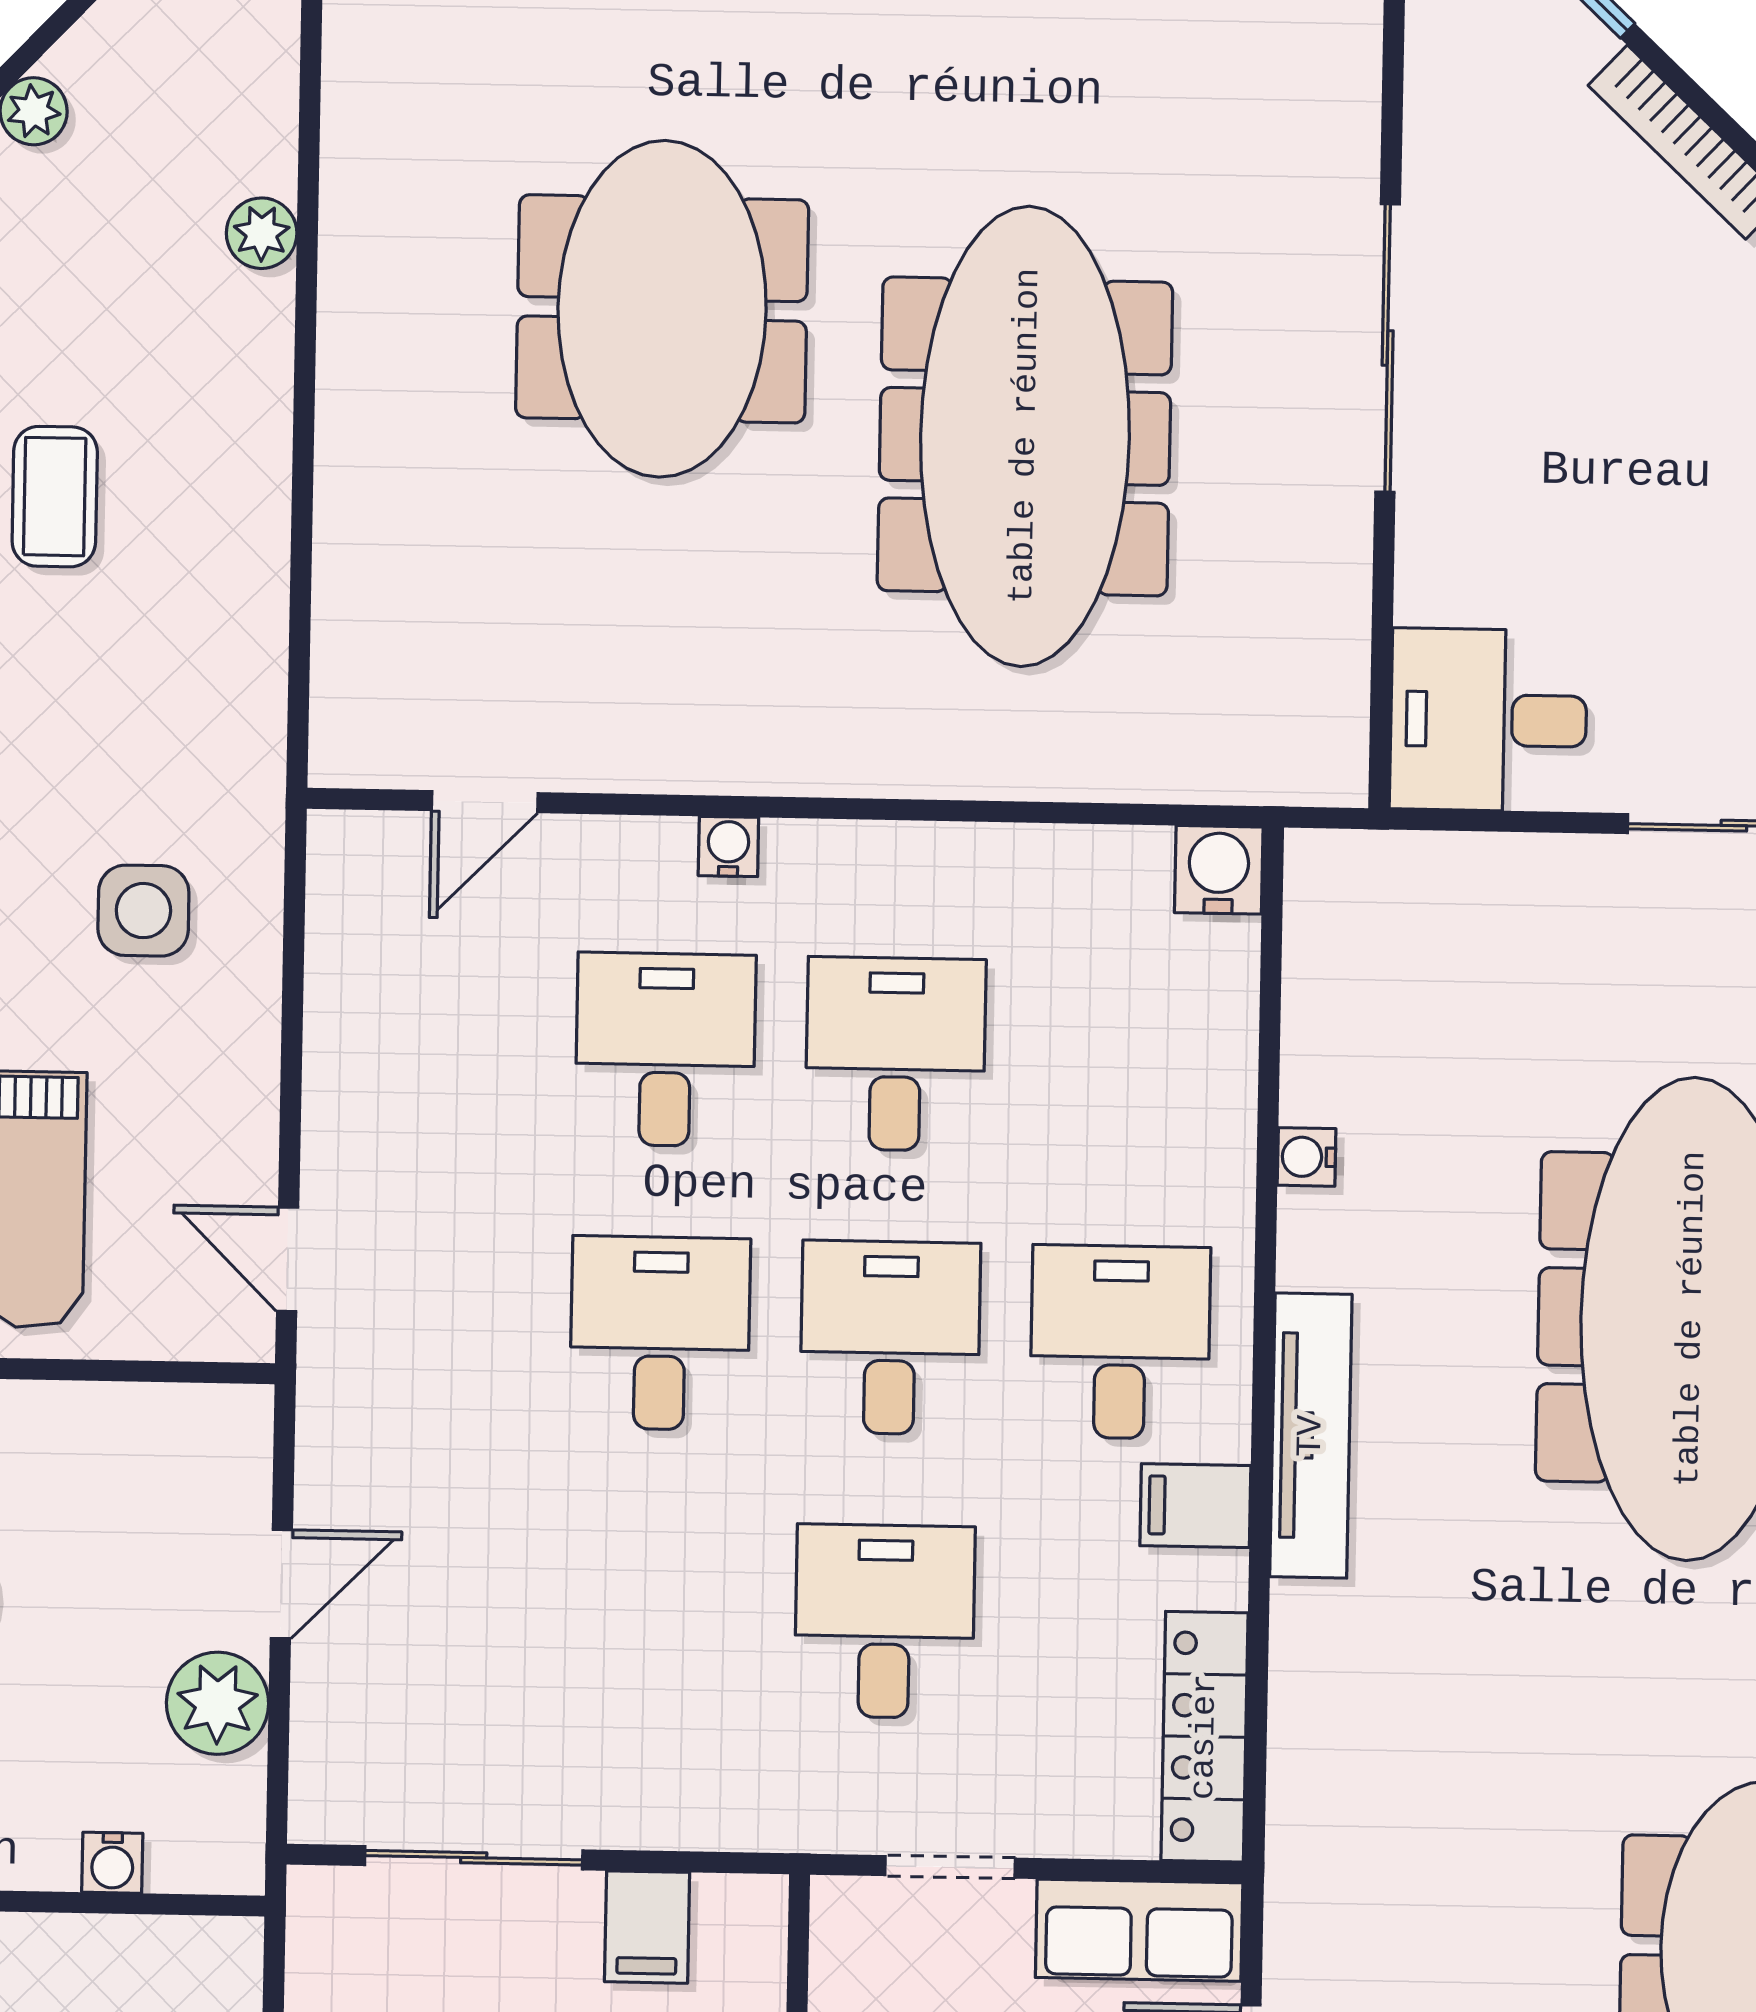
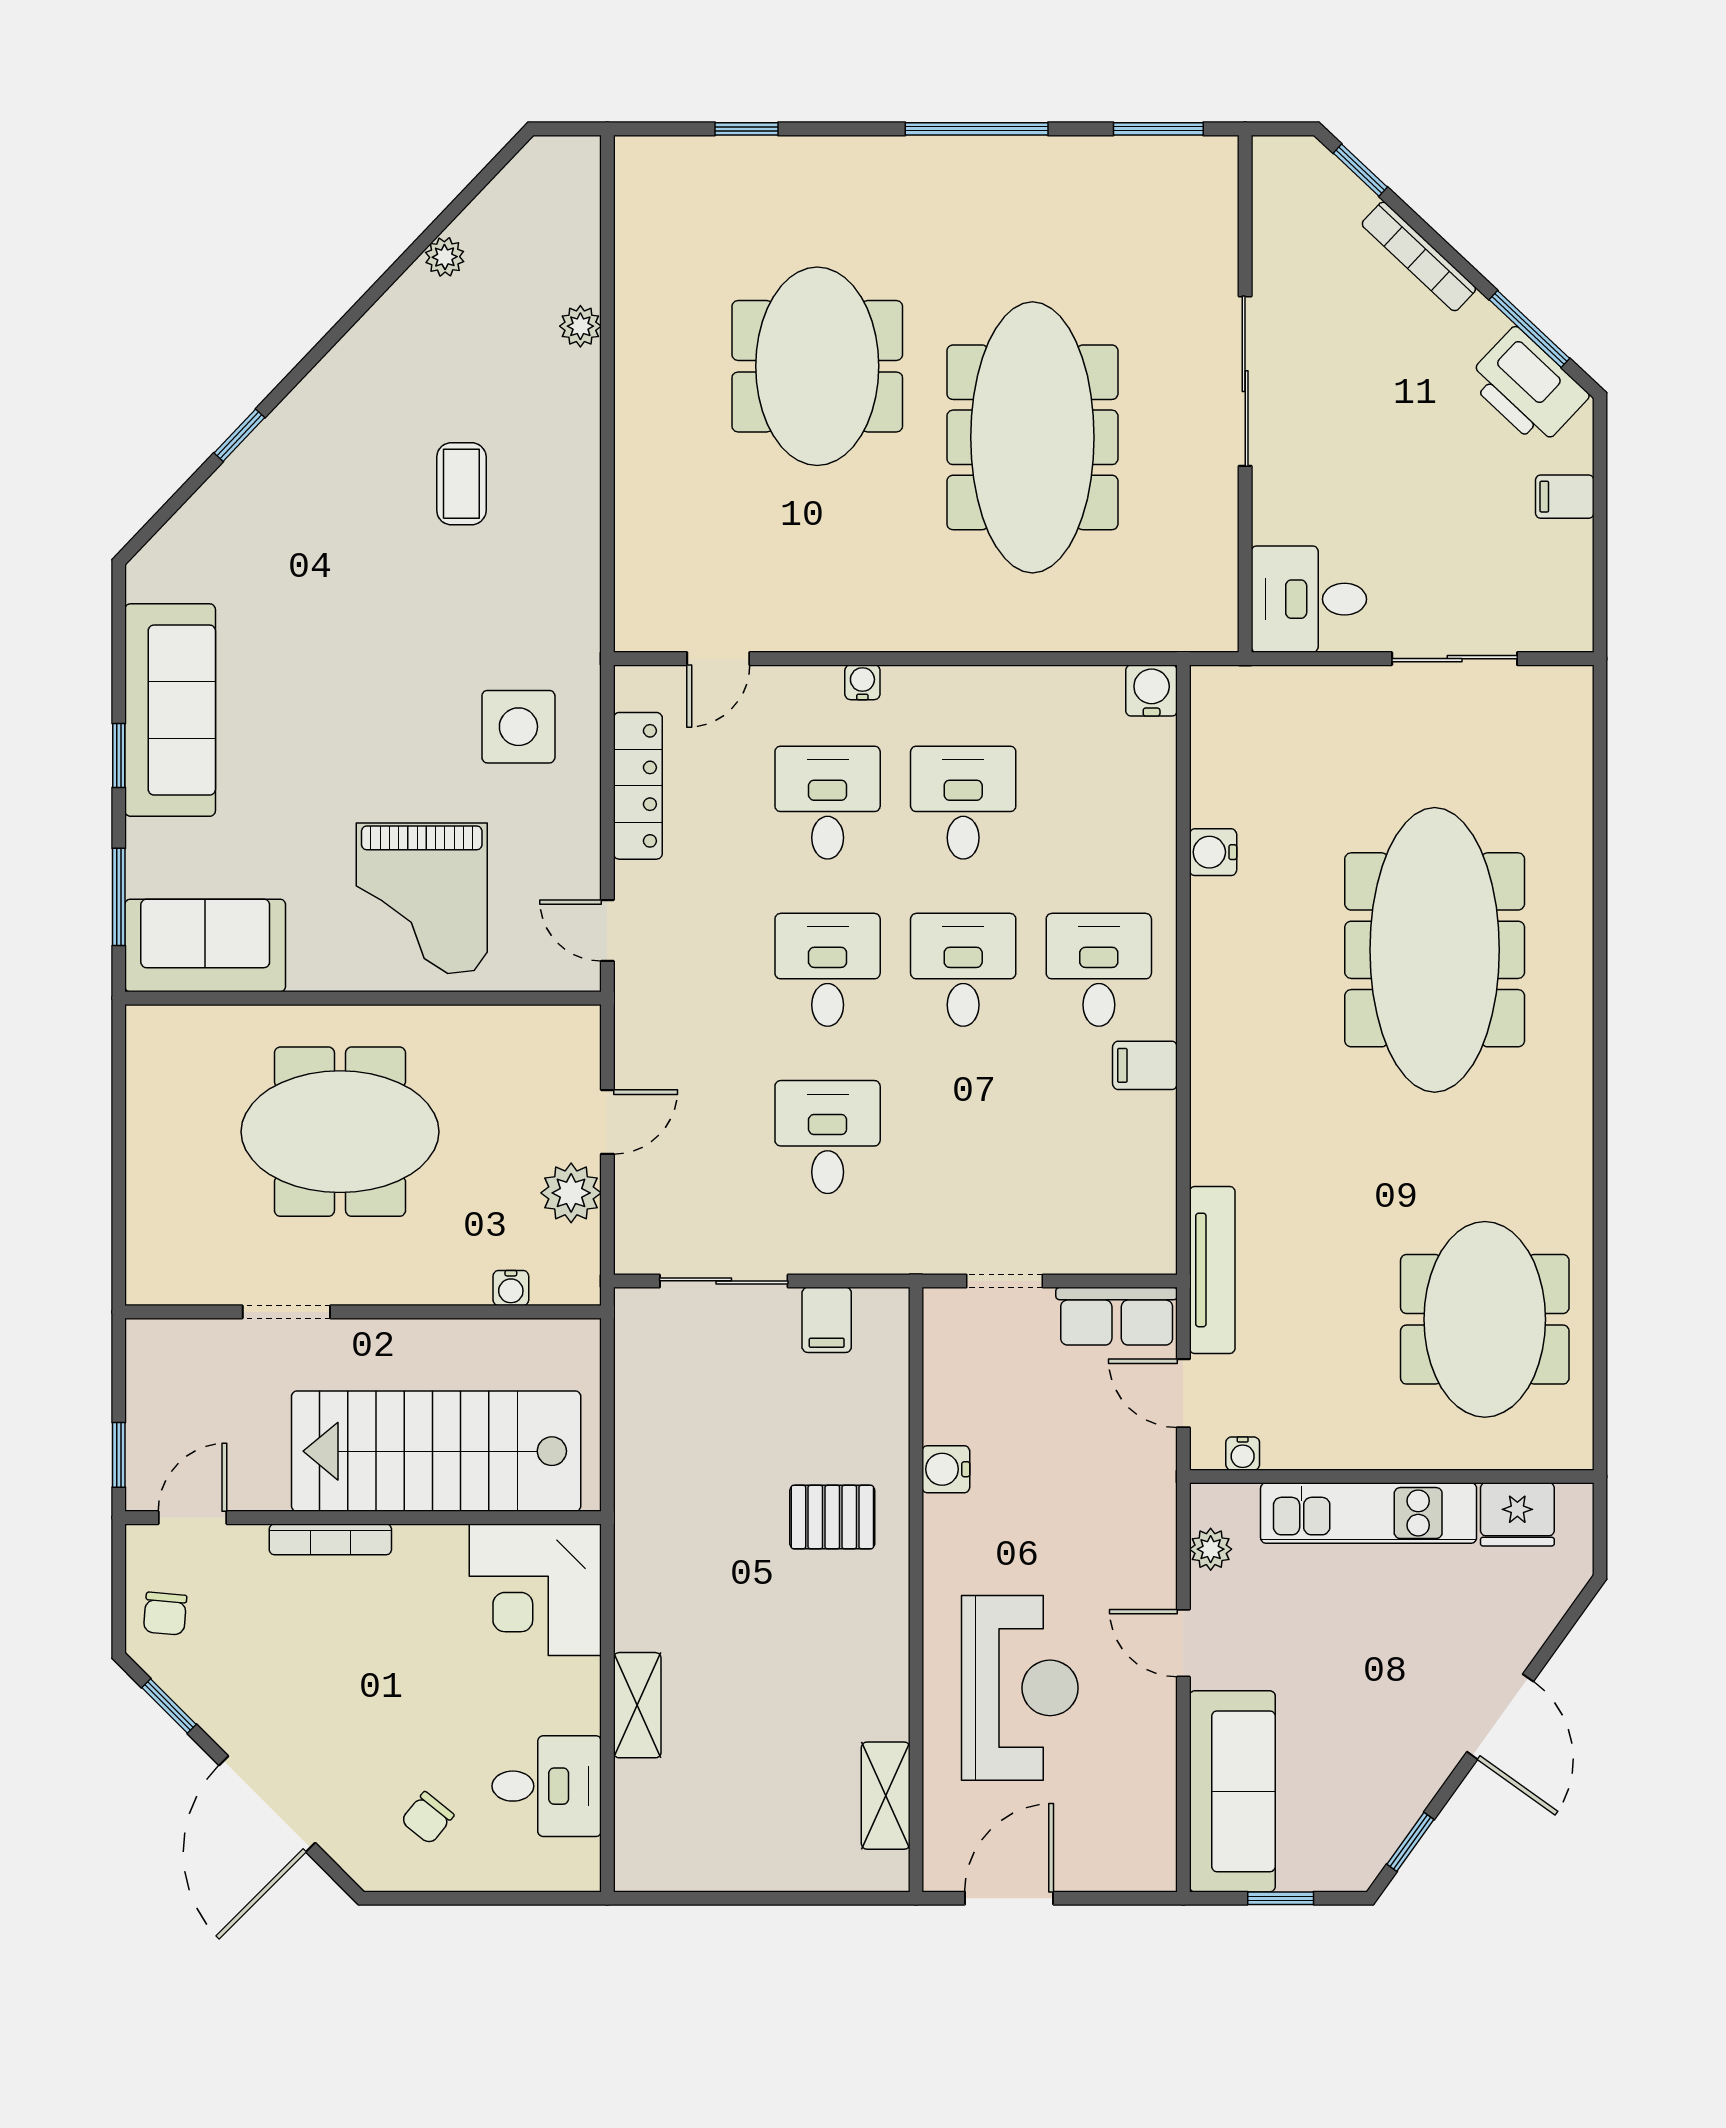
side table: (143, 911) -> (518, 727), width x1.37, depth x1.37
water cooler: (1307, 1157) -> (1213, 852), width x1.38, depth x1.38
tv unit: (1311, 1436) -> (1212, 1270), moved
desk: (885, 1621) -> (828, 1137), moved
locker: (1204, 1737) -> (638, 786), moved, turned 180

